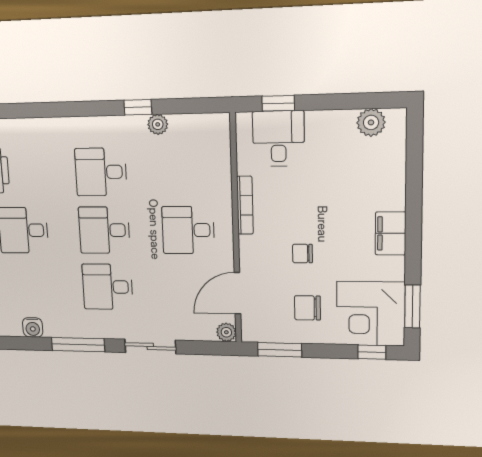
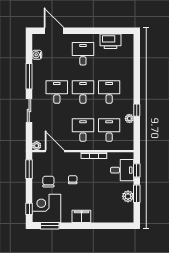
window: (335, 102) -> (137, 194), added
plant: (371, 122) -> (128, 196), moved
desk: (186, 171) -> (109, 130), added

